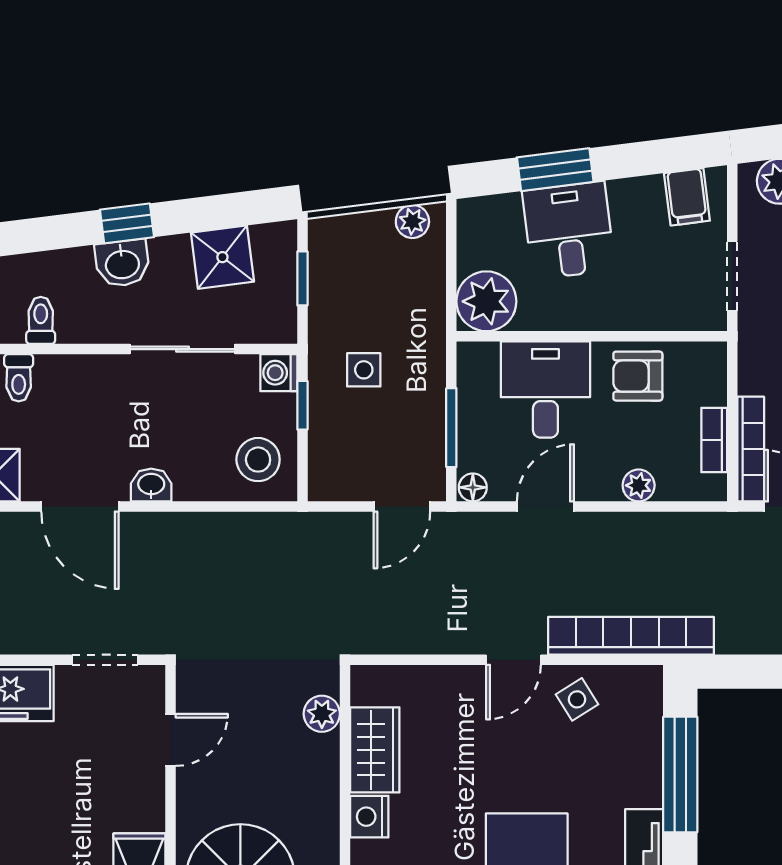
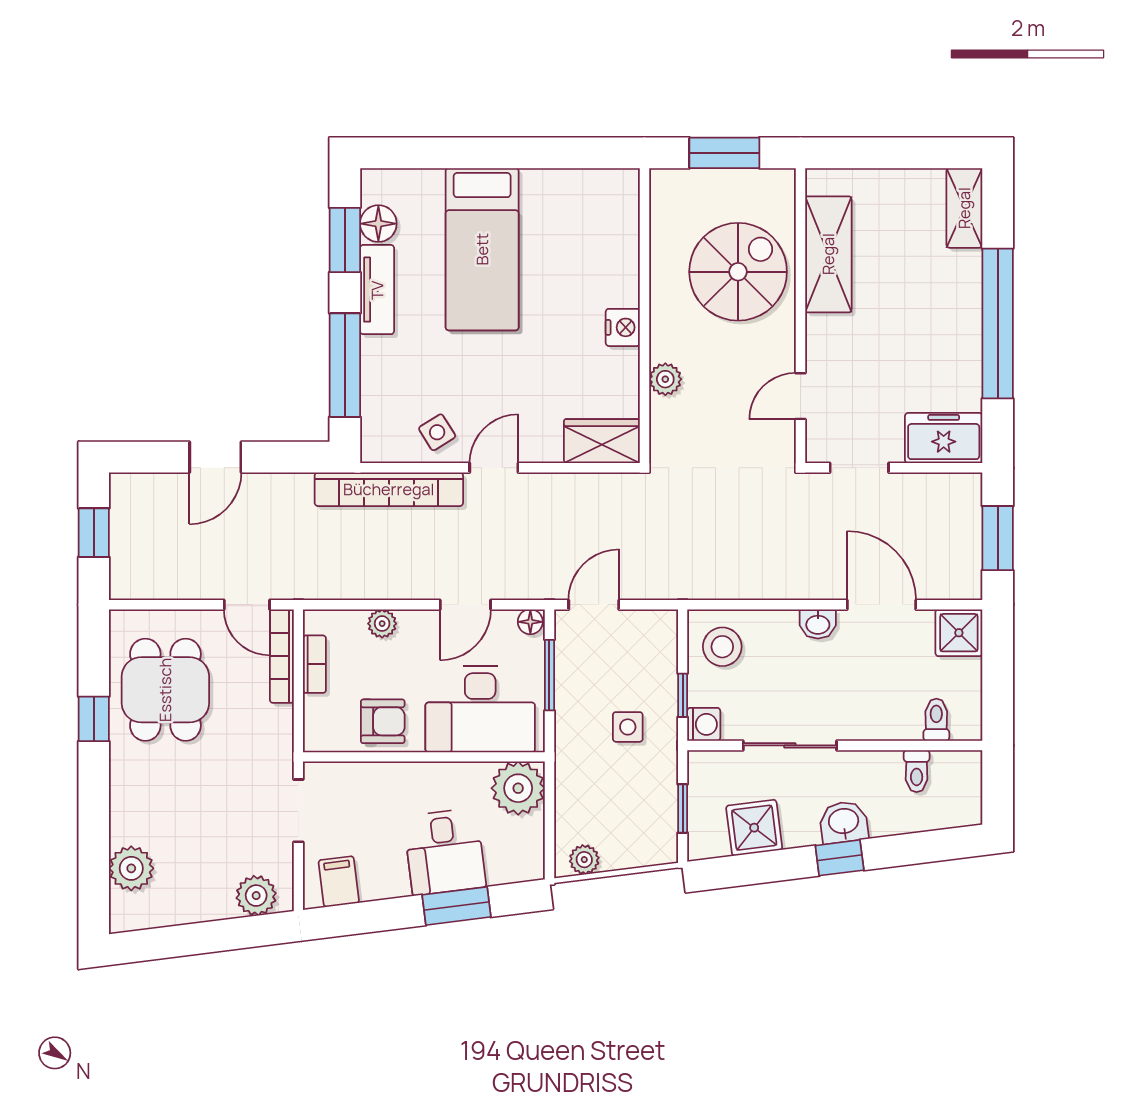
desk: (545, 390) -> (480, 709), width x1.37
plant: (322, 714) -> (665, 379), moved
wardrobe: (375, 750) -> (602, 441), moved, turned 90

